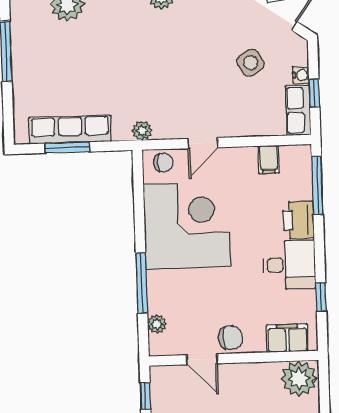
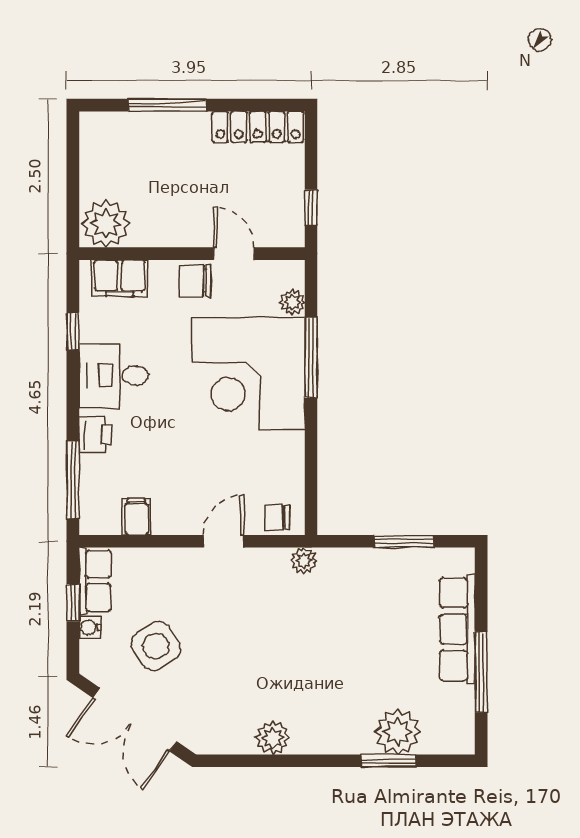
side table: (251, 63) -> (156, 646), width x1.37, depth x1.37
row of seats: (70, 130) -> (457, 629), moved, turned 90
printer: (299, 220) -> (95, 435), width x0.73, depth x0.81
corner desk: (187, 225) -> (248, 374), moved

